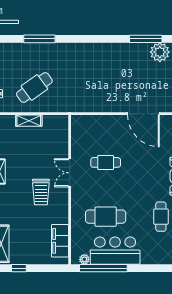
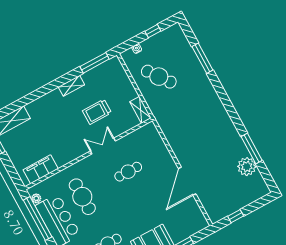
shelving: (29, 121) -> (141, 110), moved
cafe table: (106, 162) -> (128, 172), turned 90
trolley: (41, 192) -> (97, 112), moved

